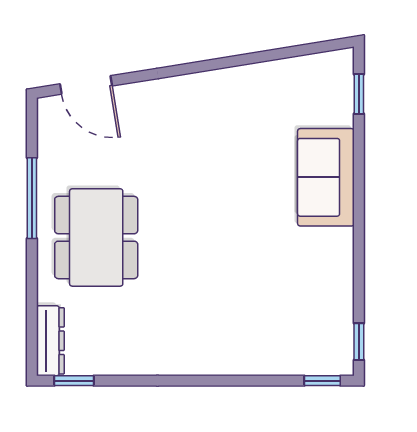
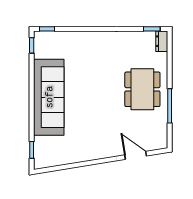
door: (86, 85) -> (136, 155), moved
sofa: (326, 177) -> (49, 97), width x1.85, depth x1.27
dresser: (50, 341) -> (162, 41), width x0.70

